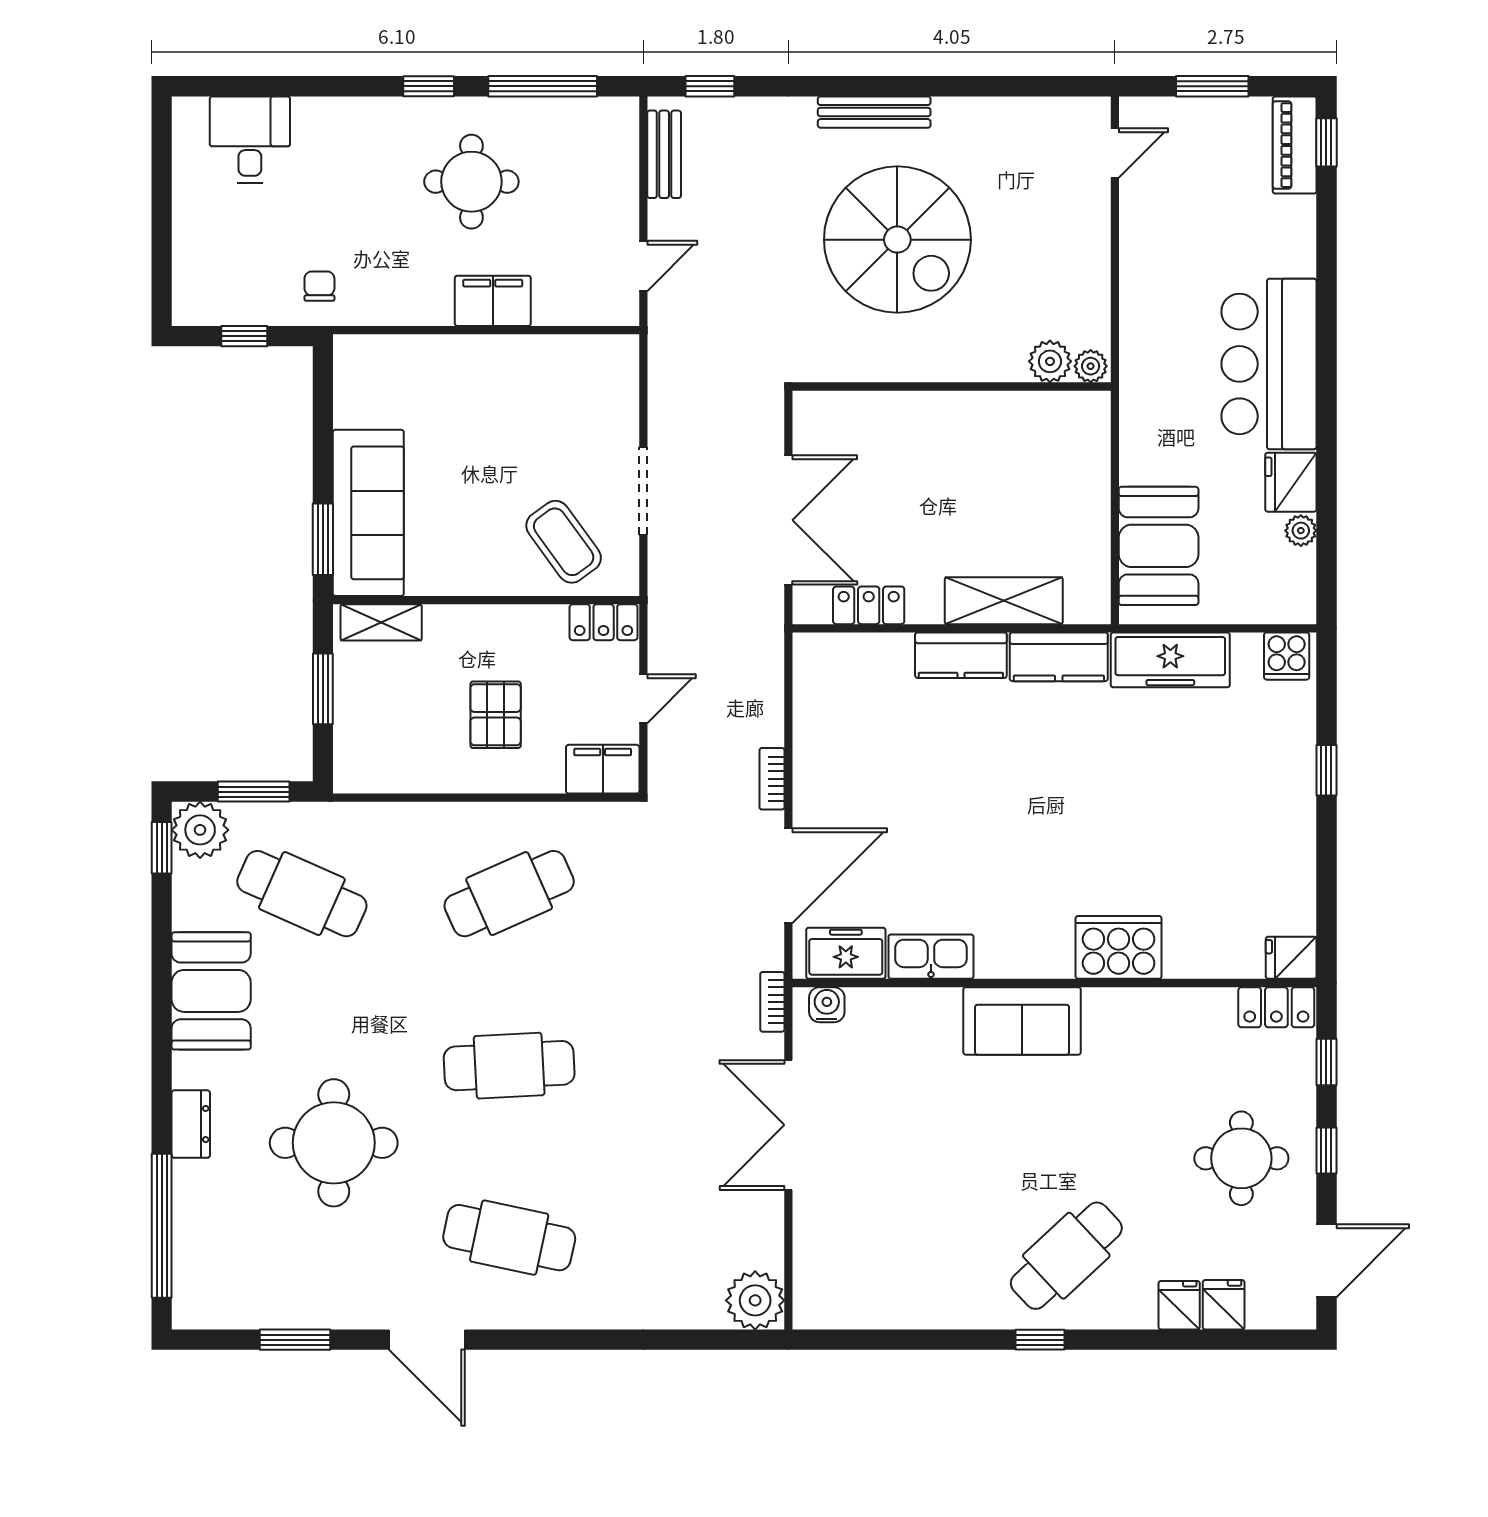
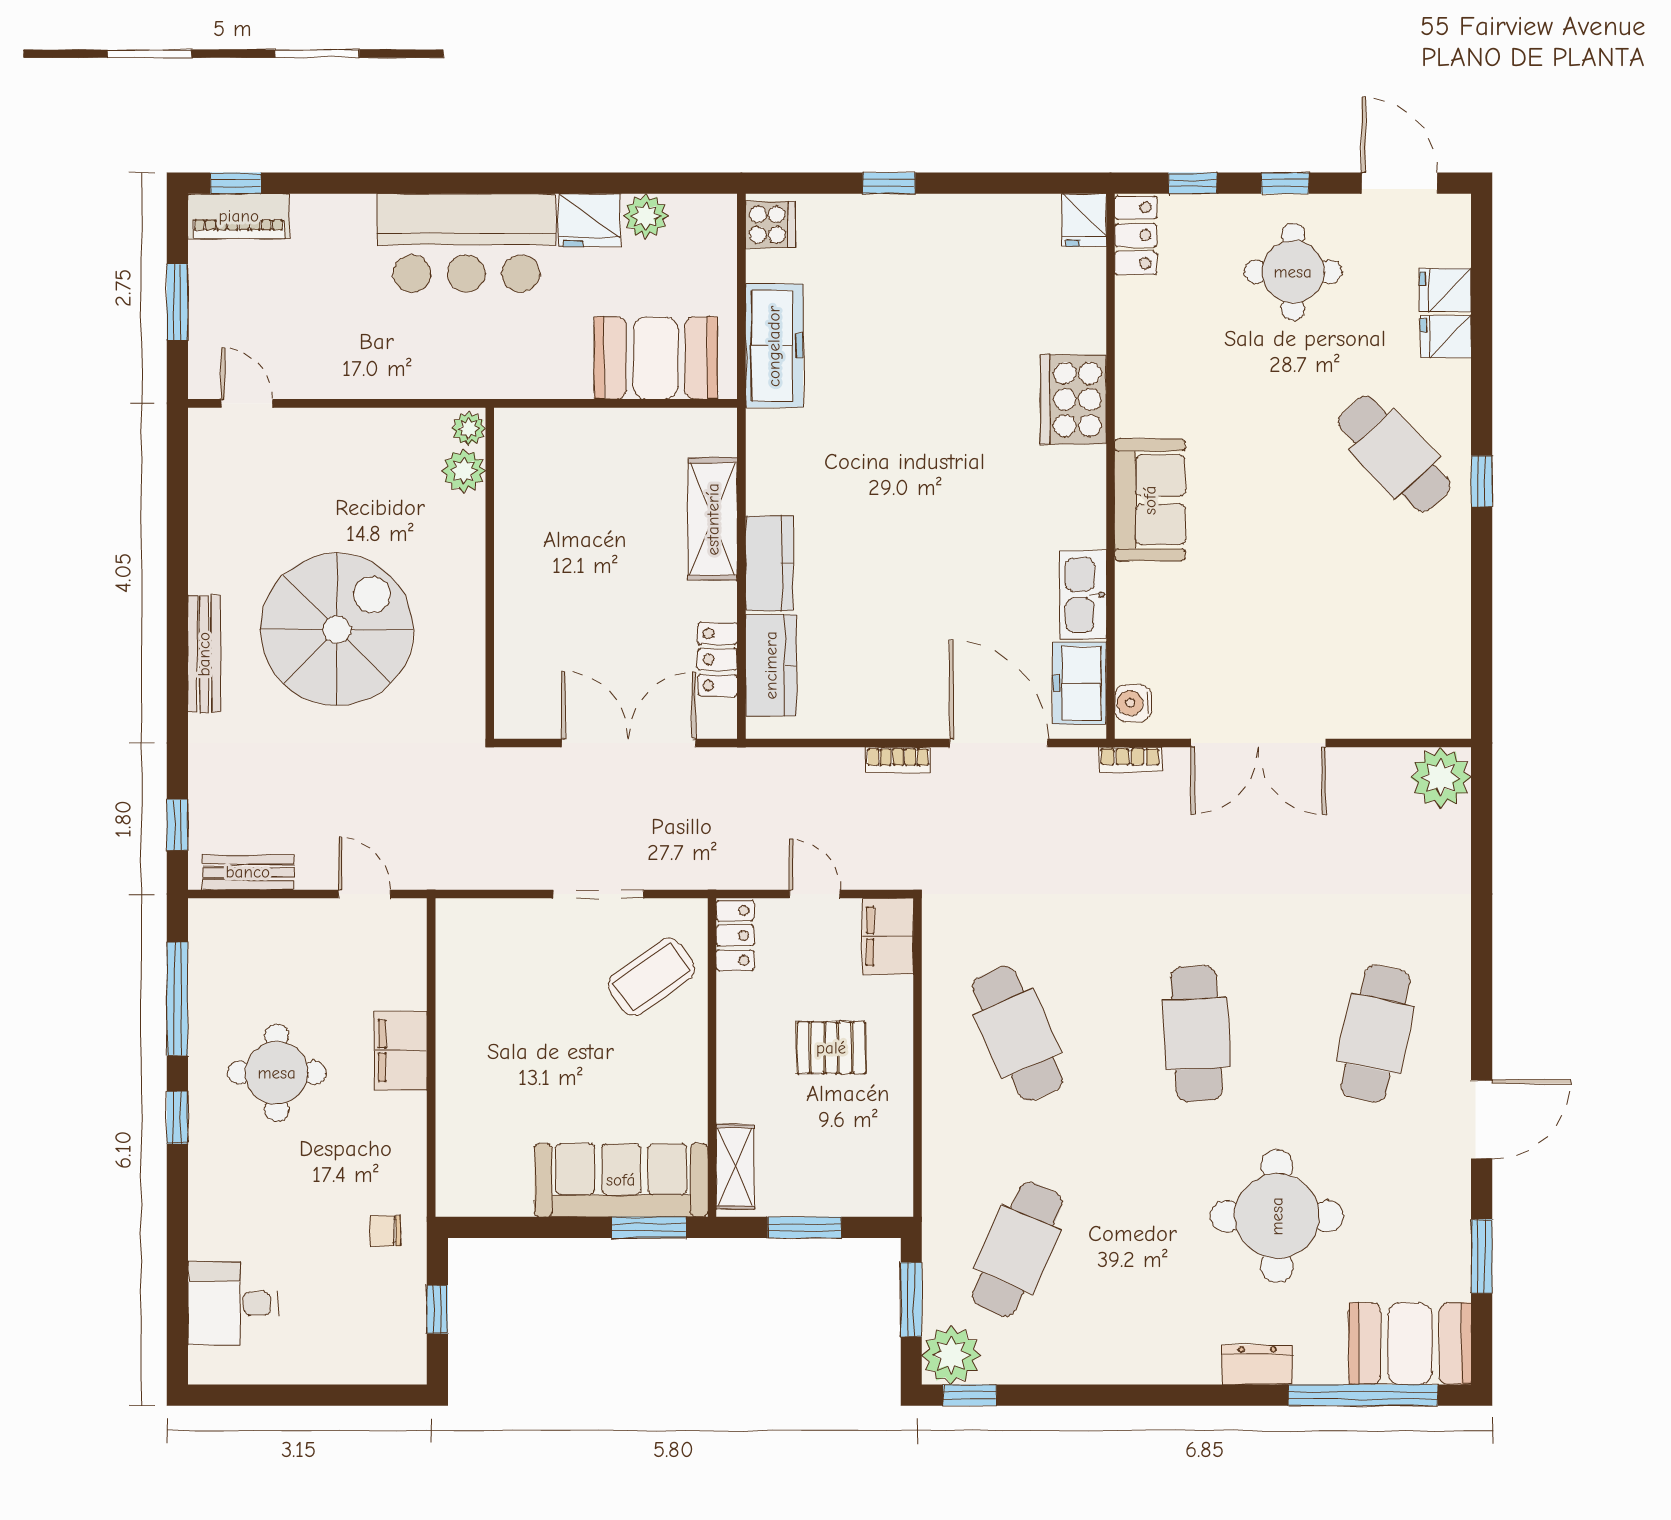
plant: (1301, 531) -> (646, 216), width x1.38, depth x1.38
kitchen counter: (1059, 657) -> (771, 665), moved
booth: (211, 991) -> (1410, 1344), moved

